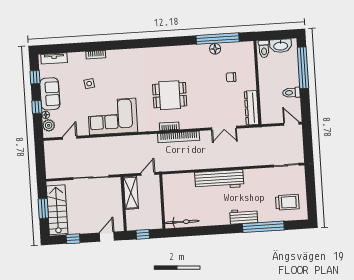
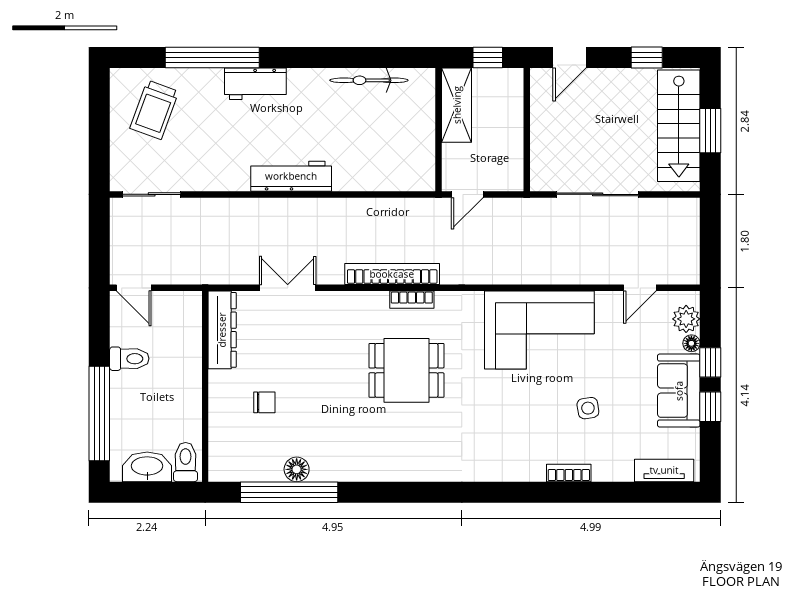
window: (35, 77) -> (710, 407), moved
workbench: (219, 180) -> (291, 176), width x0.73, depth x0.76
shelving: (131, 193) -> (457, 105), moved
trolley: (287, 202) -> (154, 110), turned -70
bicycle: (182, 222) -> (369, 80), moved

